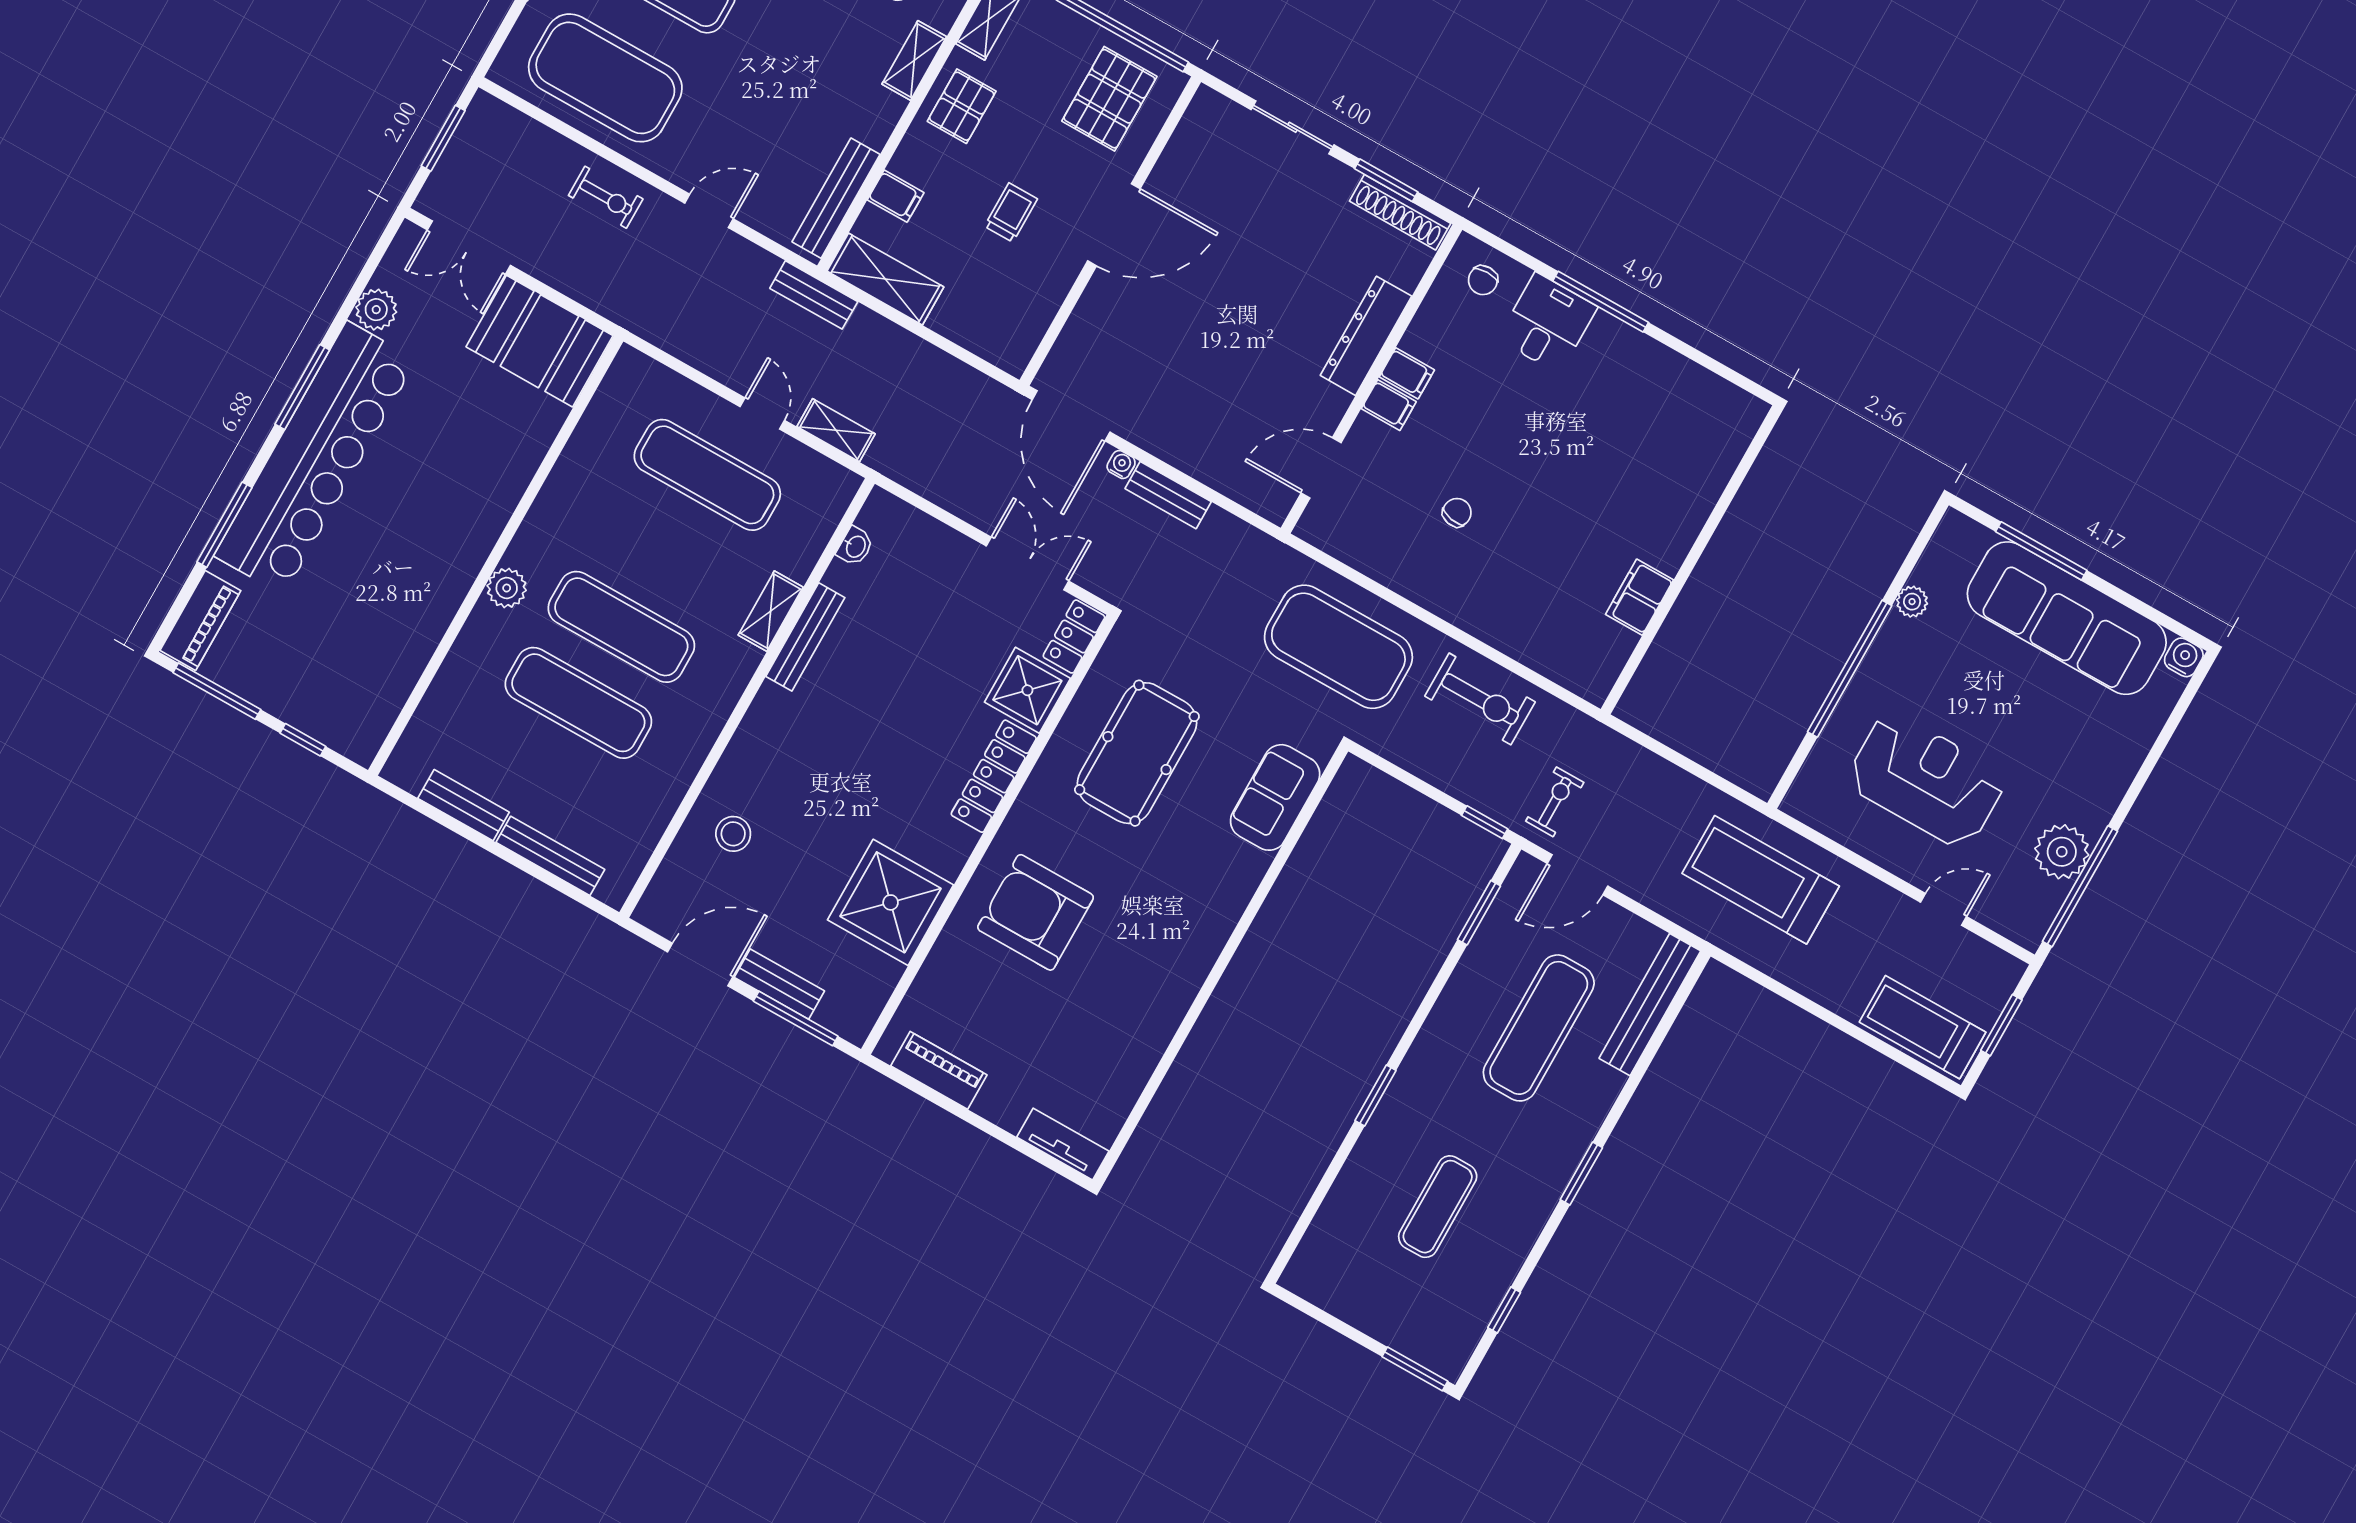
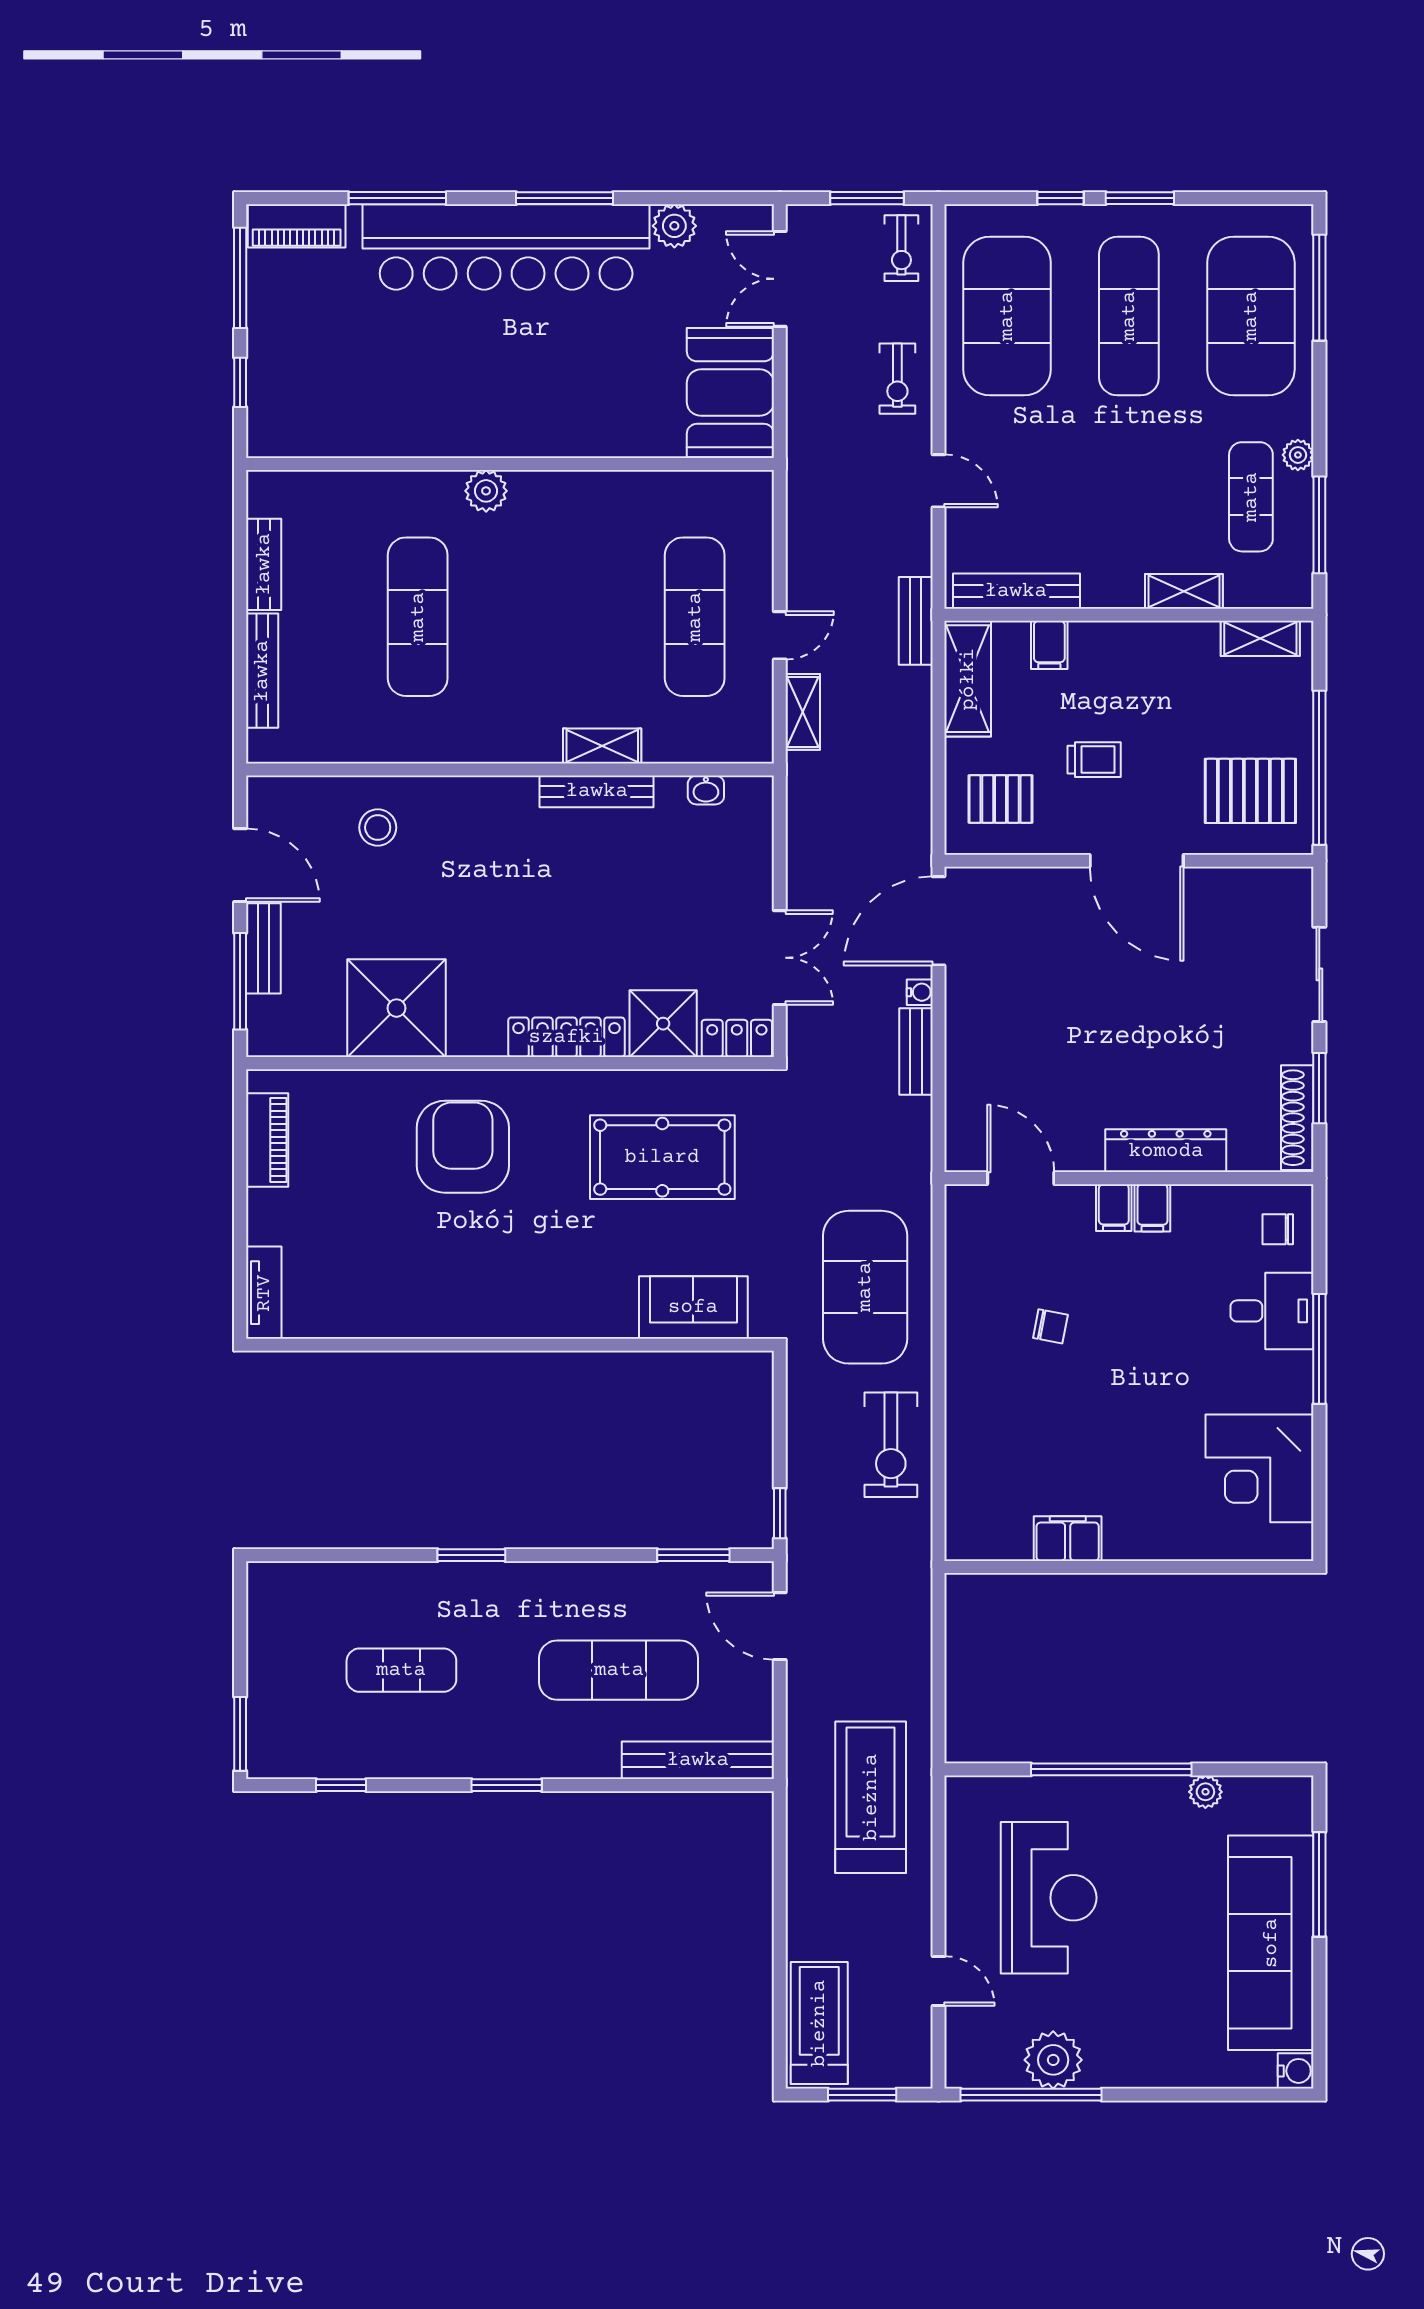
pallet: (962, 106) -> (1001, 799), moved
corner desk: (1671, 407) -> (1260, 1468), added
exercise mat: (621, 627) -> (510, 617), removed
exercise bike: (1555, 802) -> (901, 248), moved, turned 90

